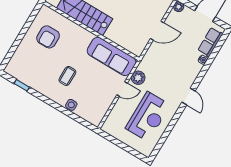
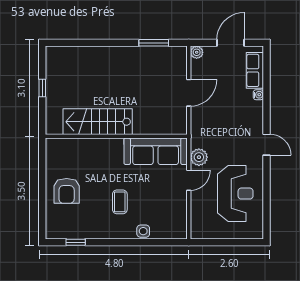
armchair: (48, 37) -> (67, 191), moved

